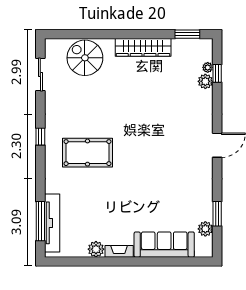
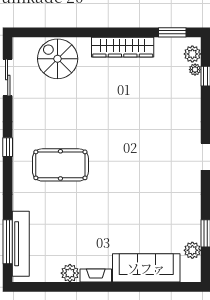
plant: (205, 81) -> (192, 54), moved

